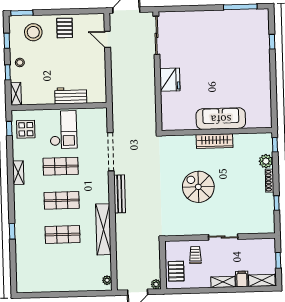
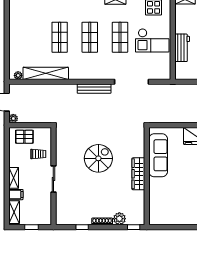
sofa: (221, 119) -> (158, 155), moved
shelving: (103, 229) -> (46, 73), moved

